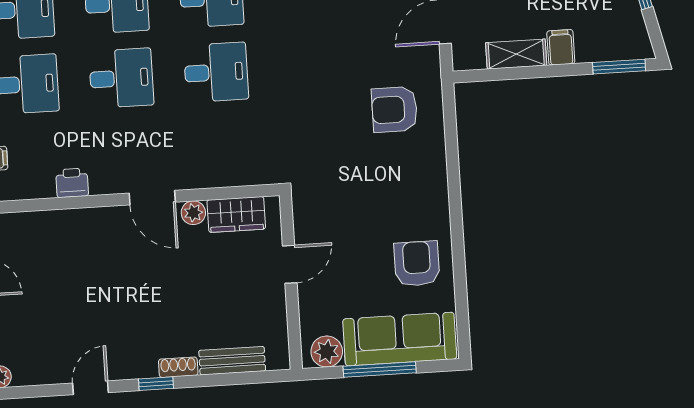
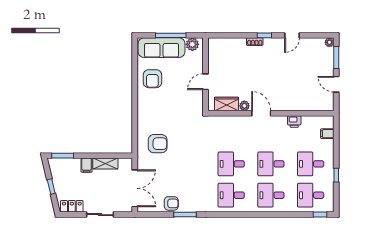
bench: (232, 361) -> (232, 43), removed

